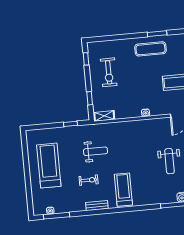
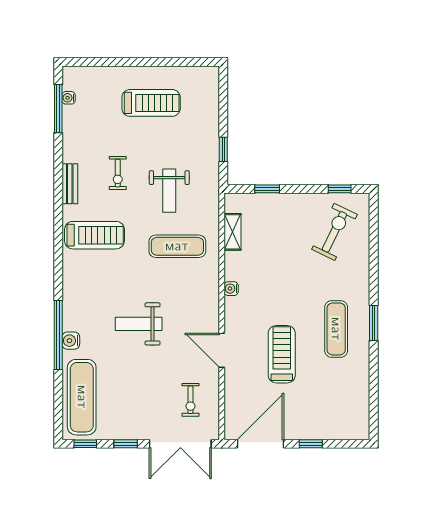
exercise mat: (150, 49) -> (336, 329), moved
exercise bike: (109, 72) -> (334, 232), moved, turned 116
shelving: (104, 116) -> (232, 232), moved
exercise mat: (125, 144) -> (177, 246), added
treadmill: (49, 166) -> (151, 103), width x0.73, depth x0.73

